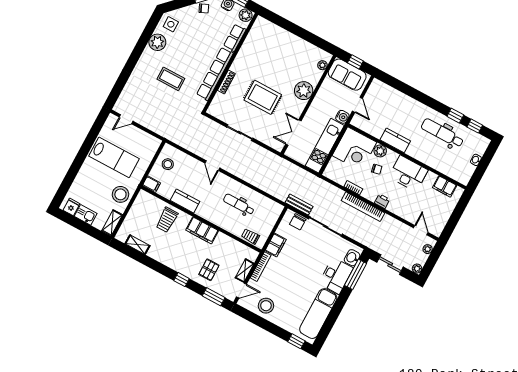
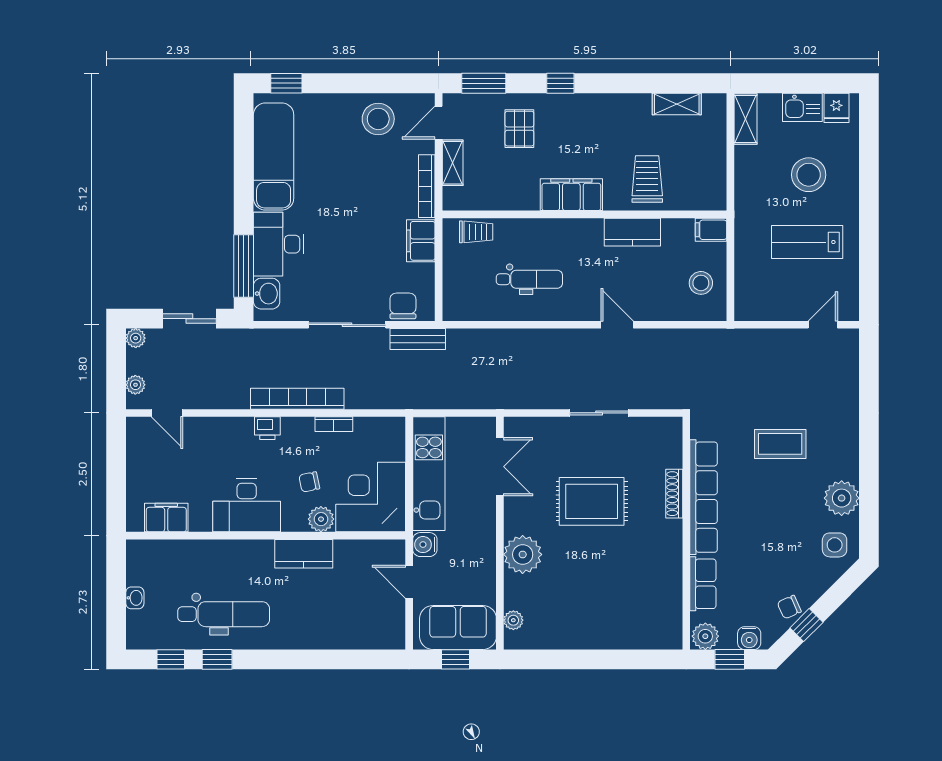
lab bench: (114, 157) -> (807, 242), width x0.73, depth x0.72
stool: (120, 194) -> (809, 175), moved

